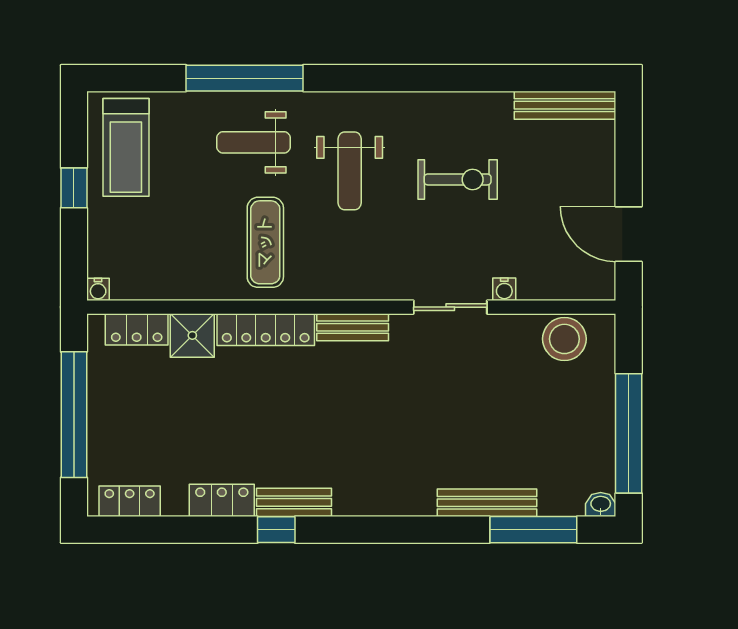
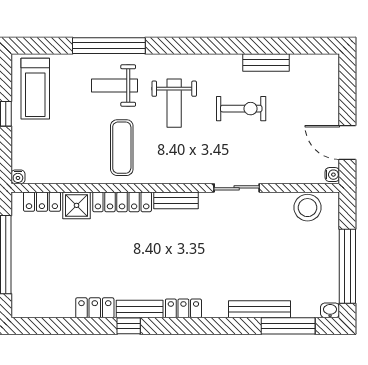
bench: (565, 105) -> (266, 62), moved, width x0.73
water cooler: (504, 289) -> (332, 175), moved, turned -90
locker: (130, 501) -> (183, 308), moved

